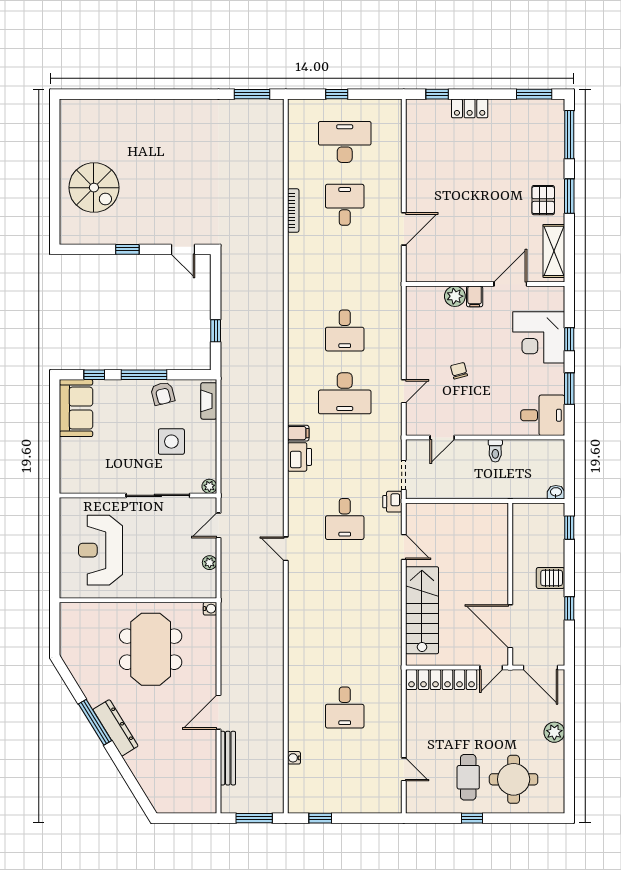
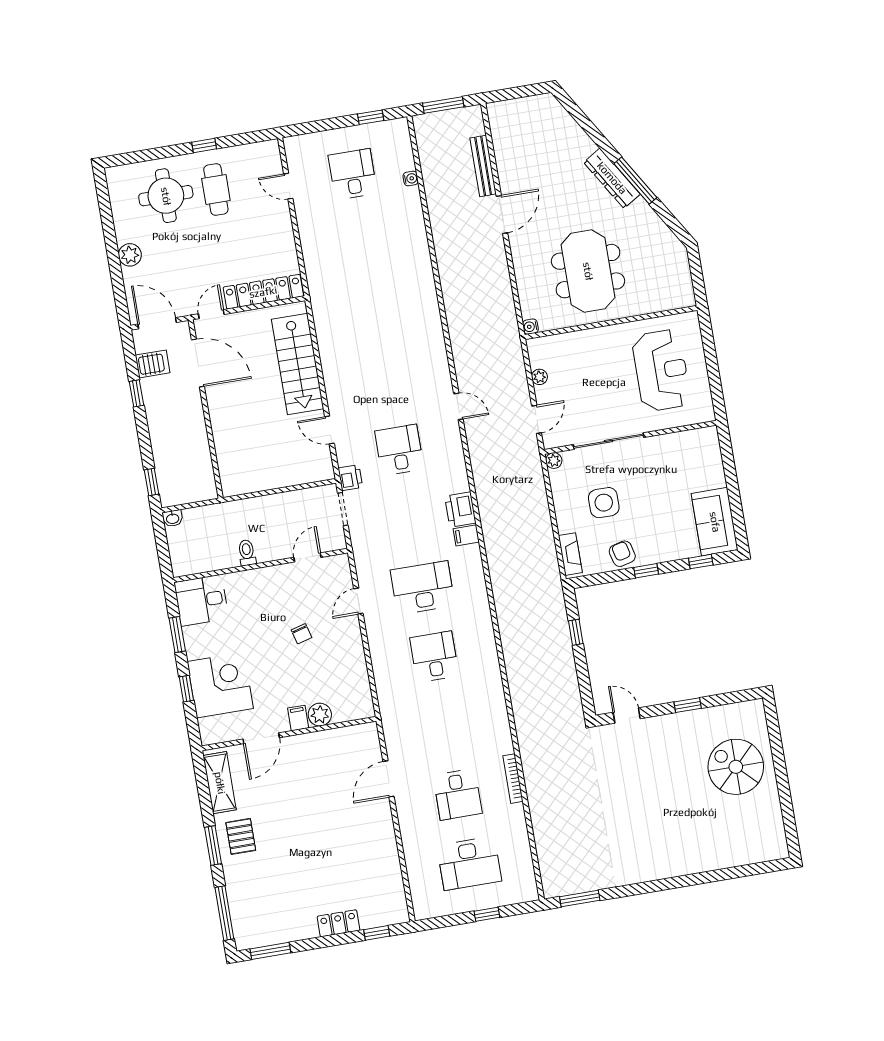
window: (144, 375) -> (646, 571), width x0.46
server rack: (551, 578) -> (153, 364), moved
desk: (345, 707) -> (353, 174), moved

